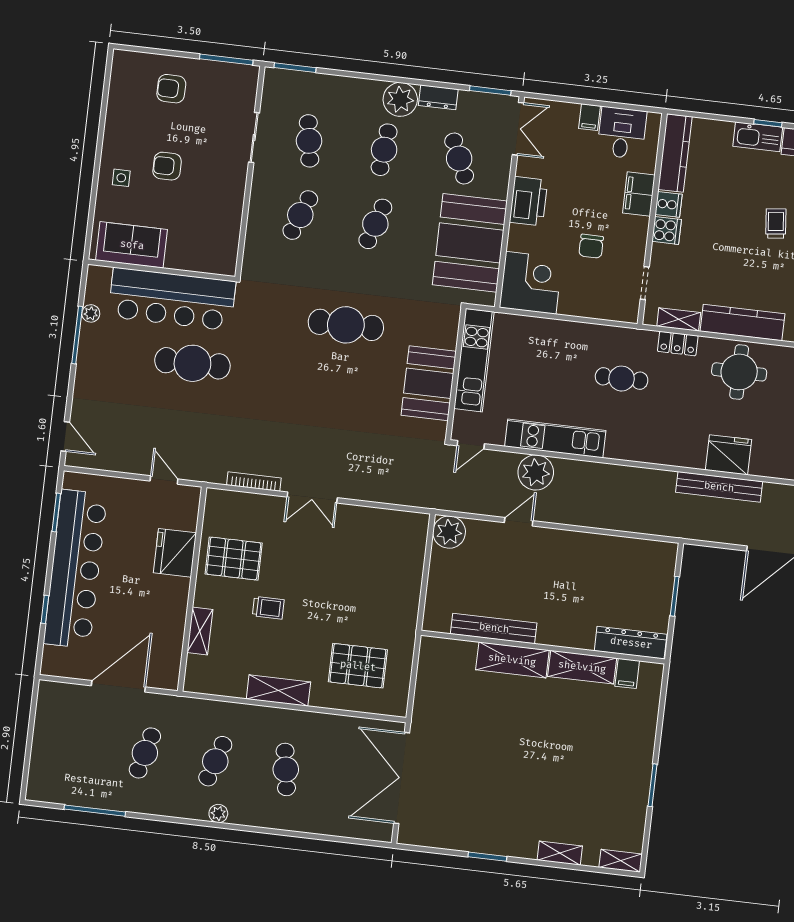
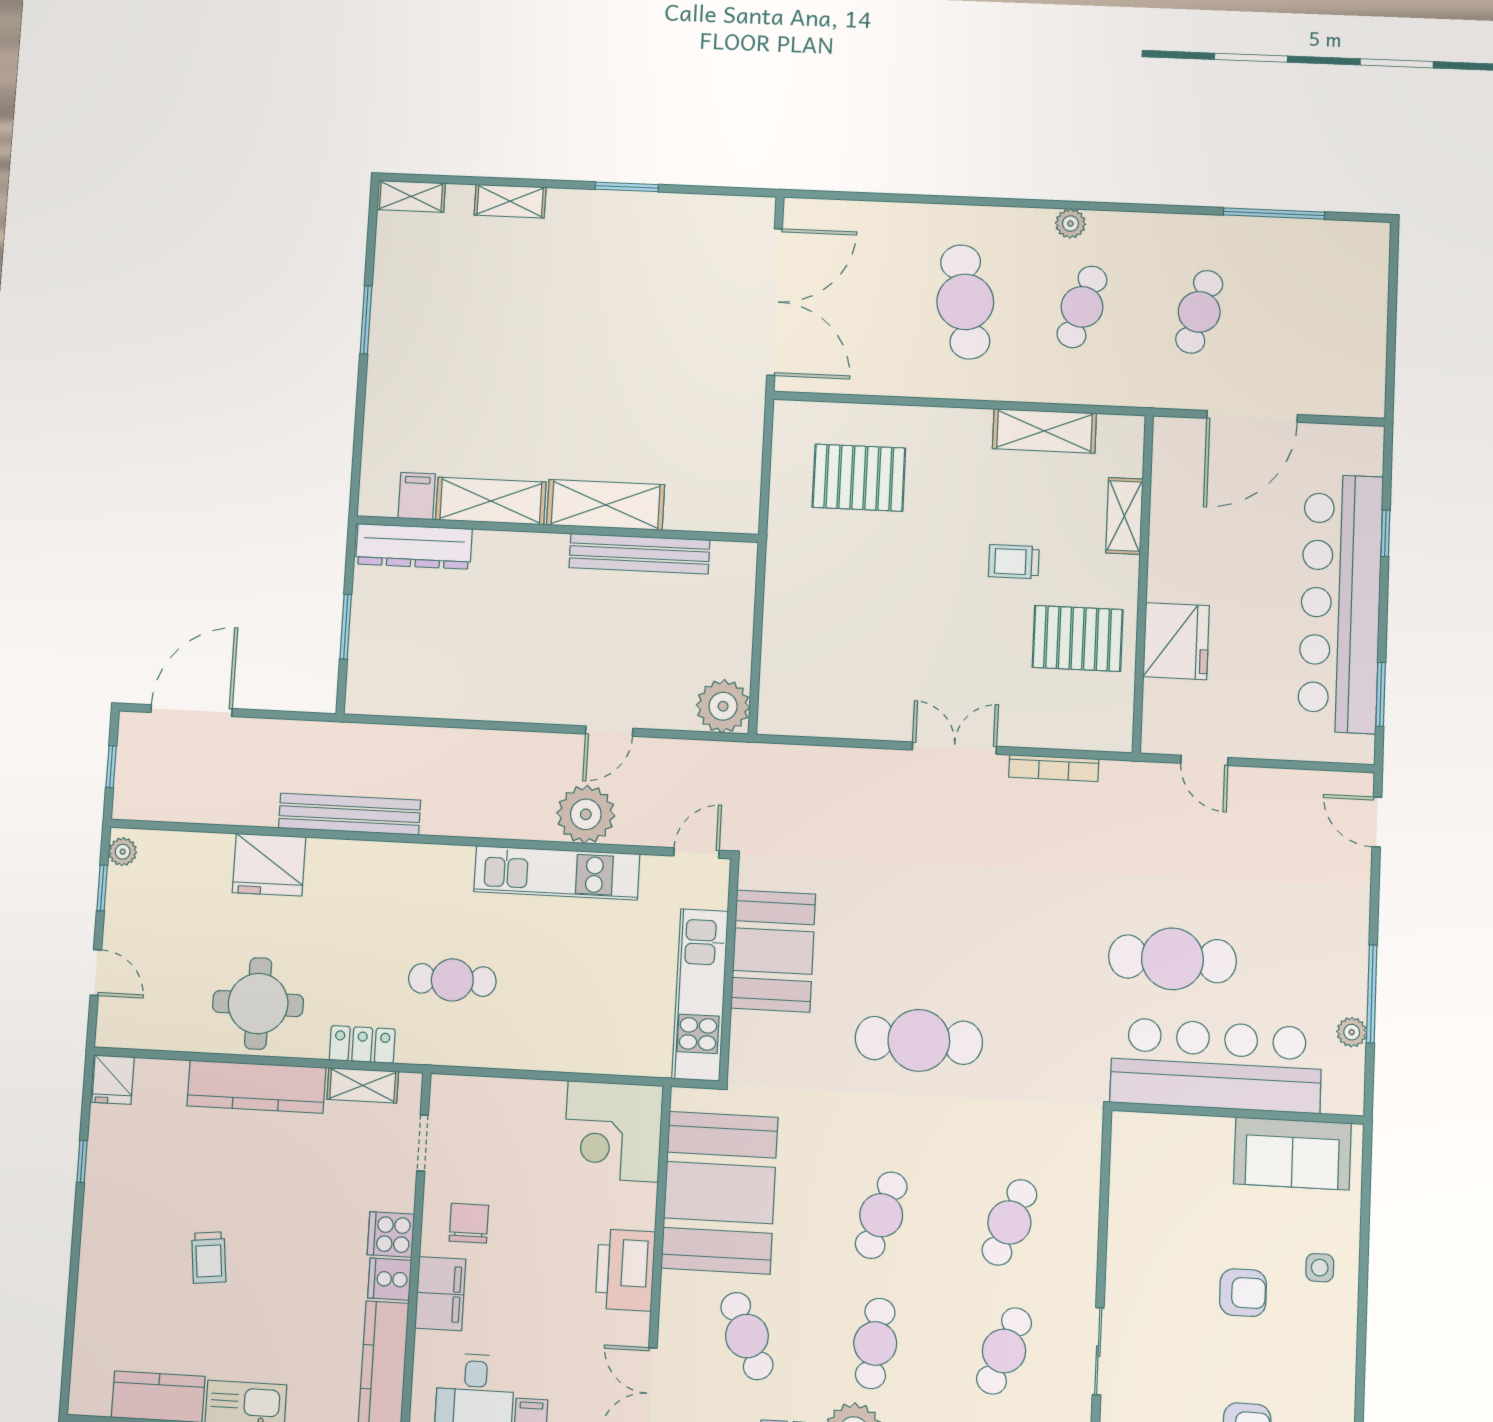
cafe table: (309, 141) -> (1004, 1351), turned 30
chair: (591, 246) -> (469, 1223), moved
bench: (719, 487) -> (350, 814), moved
shelving: (278, 690) -> (1044, 431), moved
cafe table: (286, 769) -> (965, 302), width x1.37, depth x1.35

